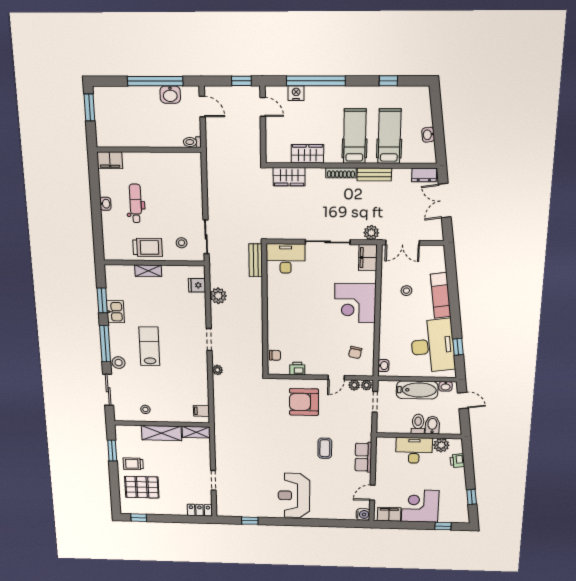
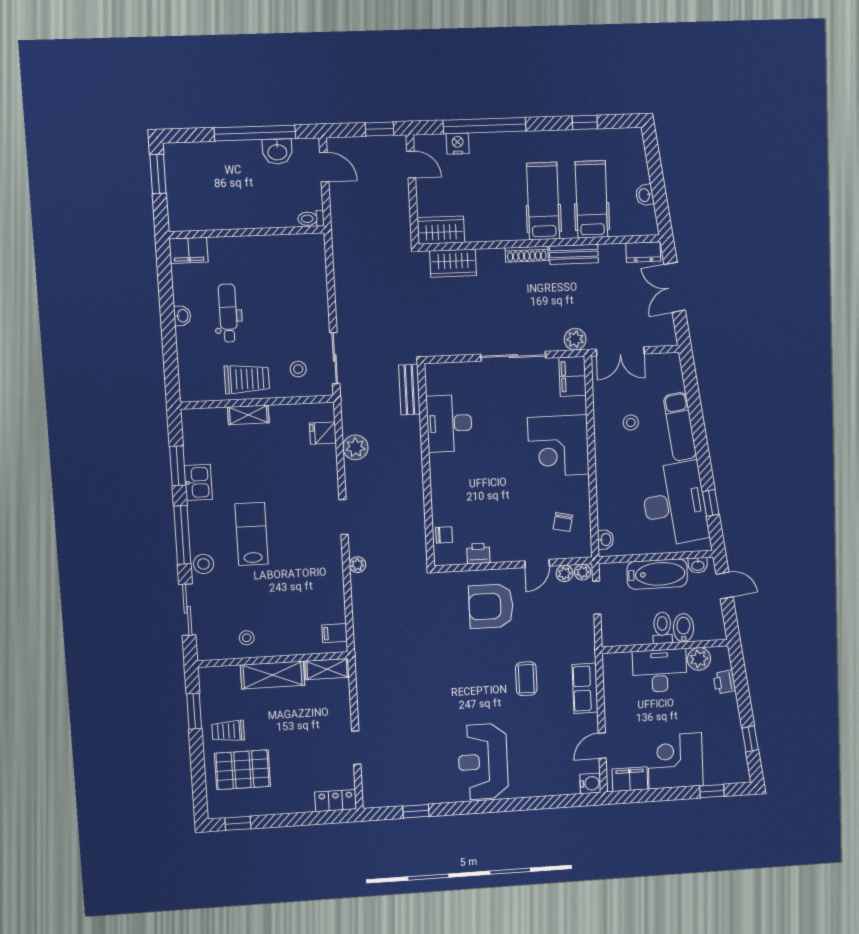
wardrobe: (307, 154) -> (441, 230), moved
desk: (286, 258) -> (449, 423), moved, turned -90

